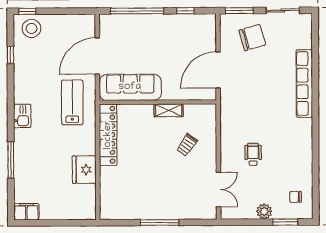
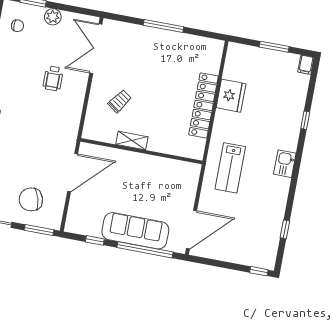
stool: (31, 28) -> (258, 253), removed
door: (97, 56) -> (192, 230), moved
sofa: (130, 87) -> (135, 231), moved, turned 180
locker: (108, 135) -> (204, 105), moved
window: (11, 160) -> (305, 120), width x0.46
double door: (219, 190) -> (96, 49), width x1.37
filing cabinet: (26, 212) -> (306, 65), width x0.50
window: (53, 223) -> (274, 47), added

